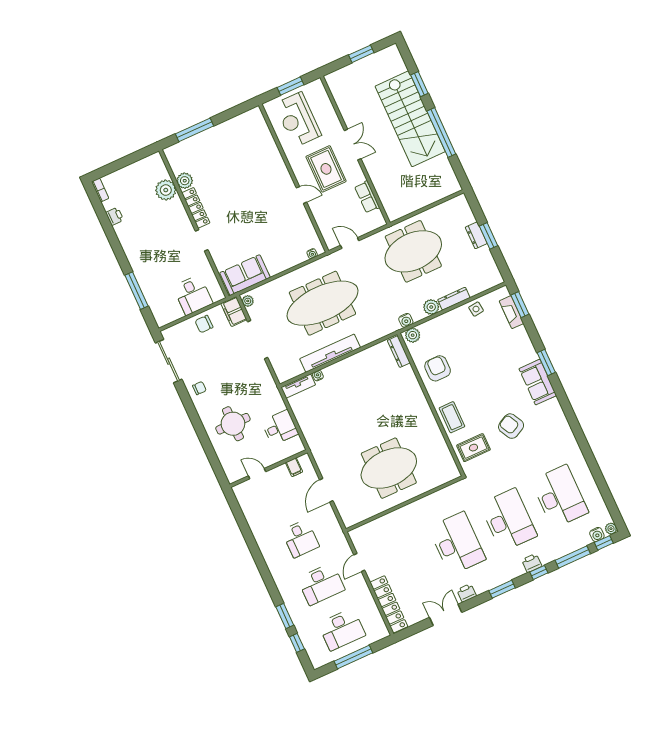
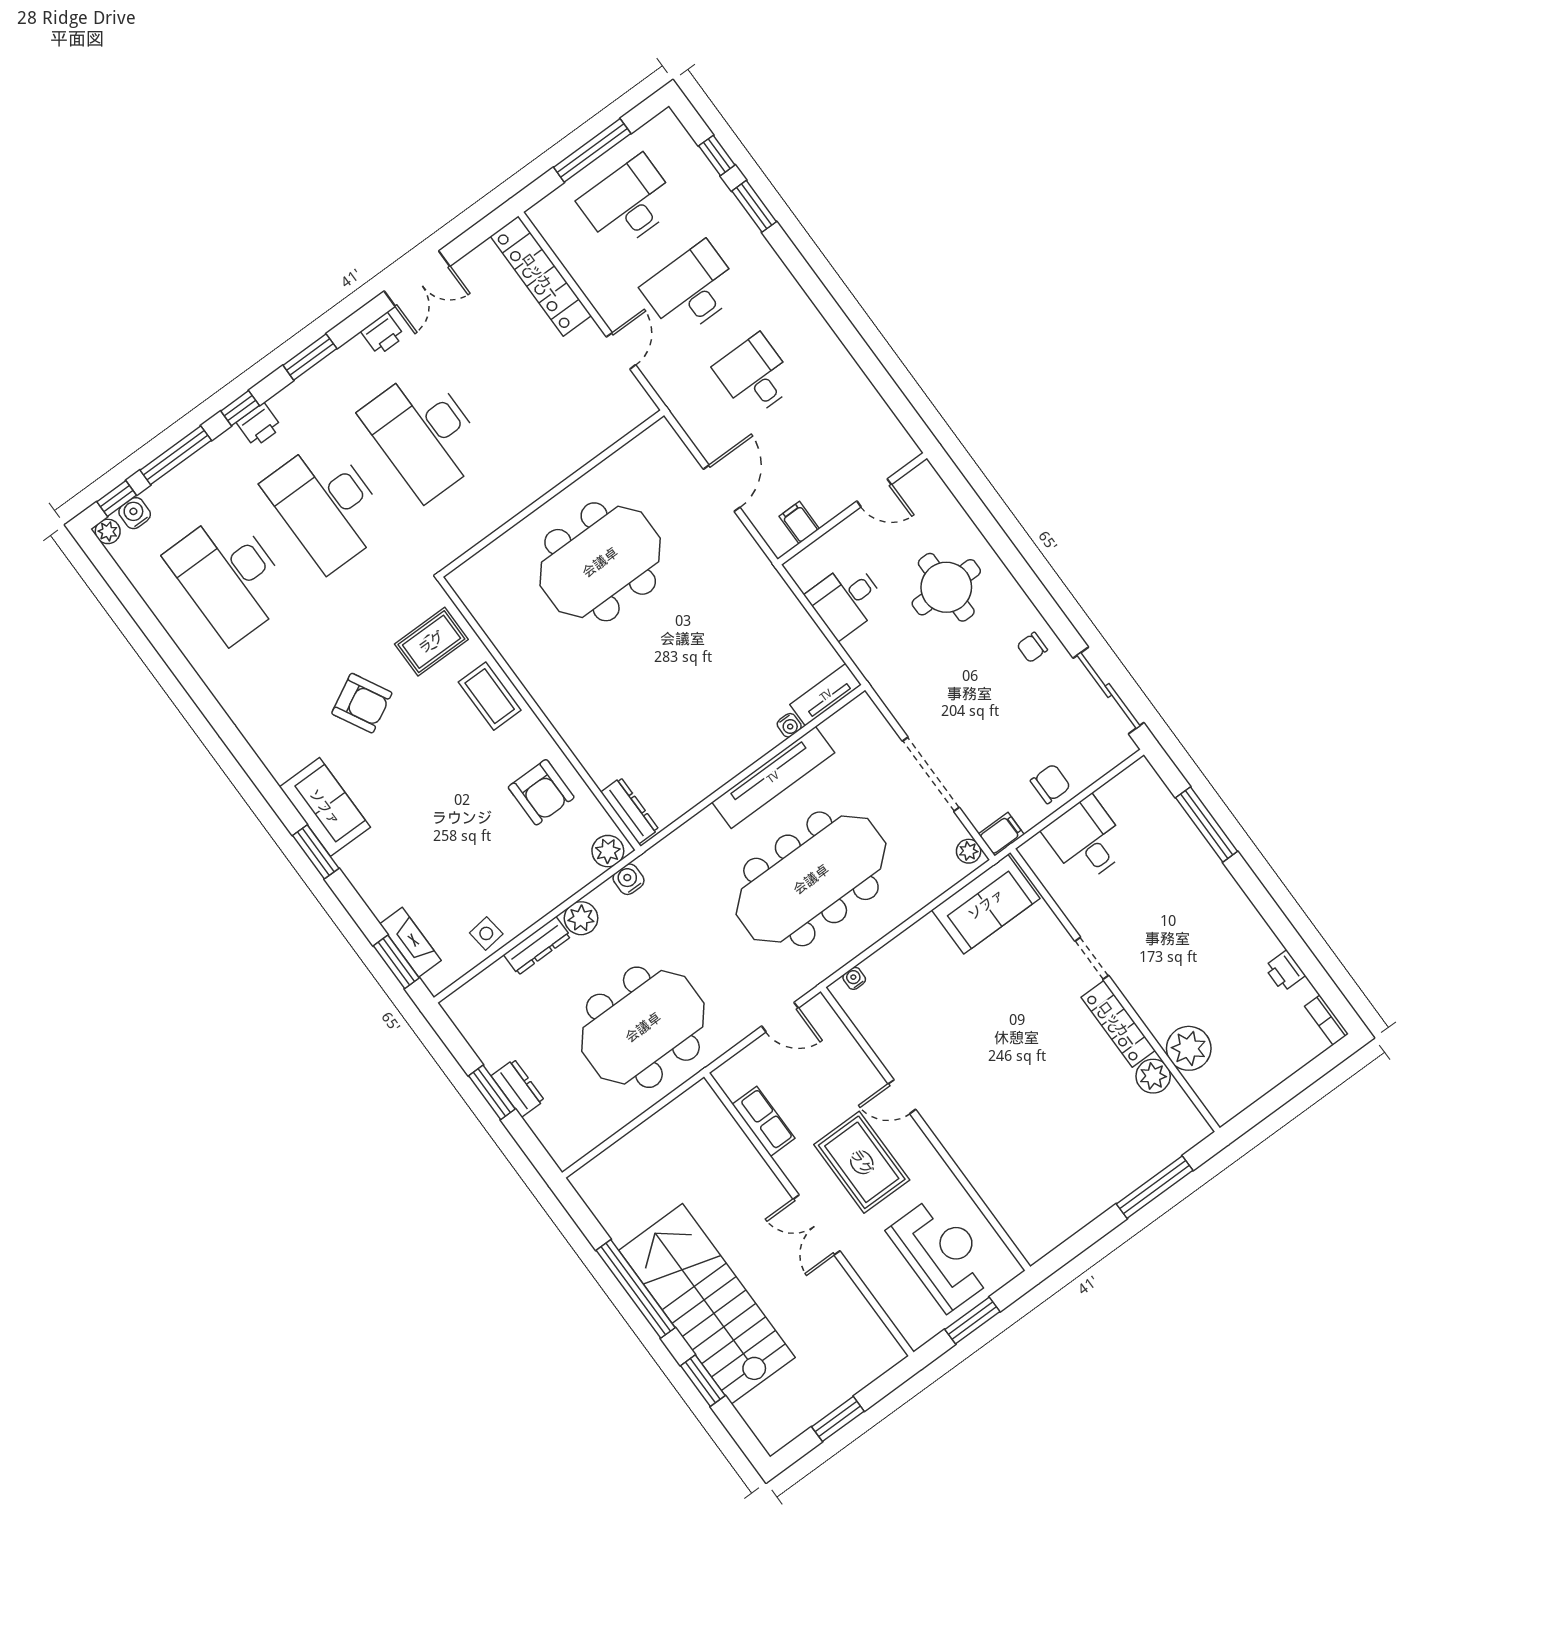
filing cabinet: (234, 311) -> (1001, 834), width x0.50

